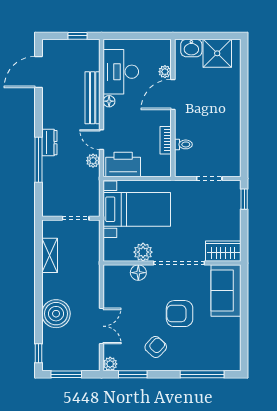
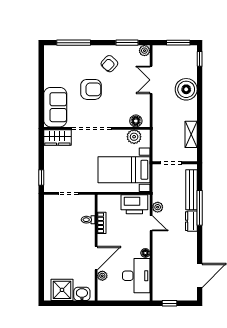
bench: (93, 98) -> (191, 190), moved
plant: (143, 252) -> (134, 137), moved
floor lamp: (138, 273) -> (136, 121), moved

